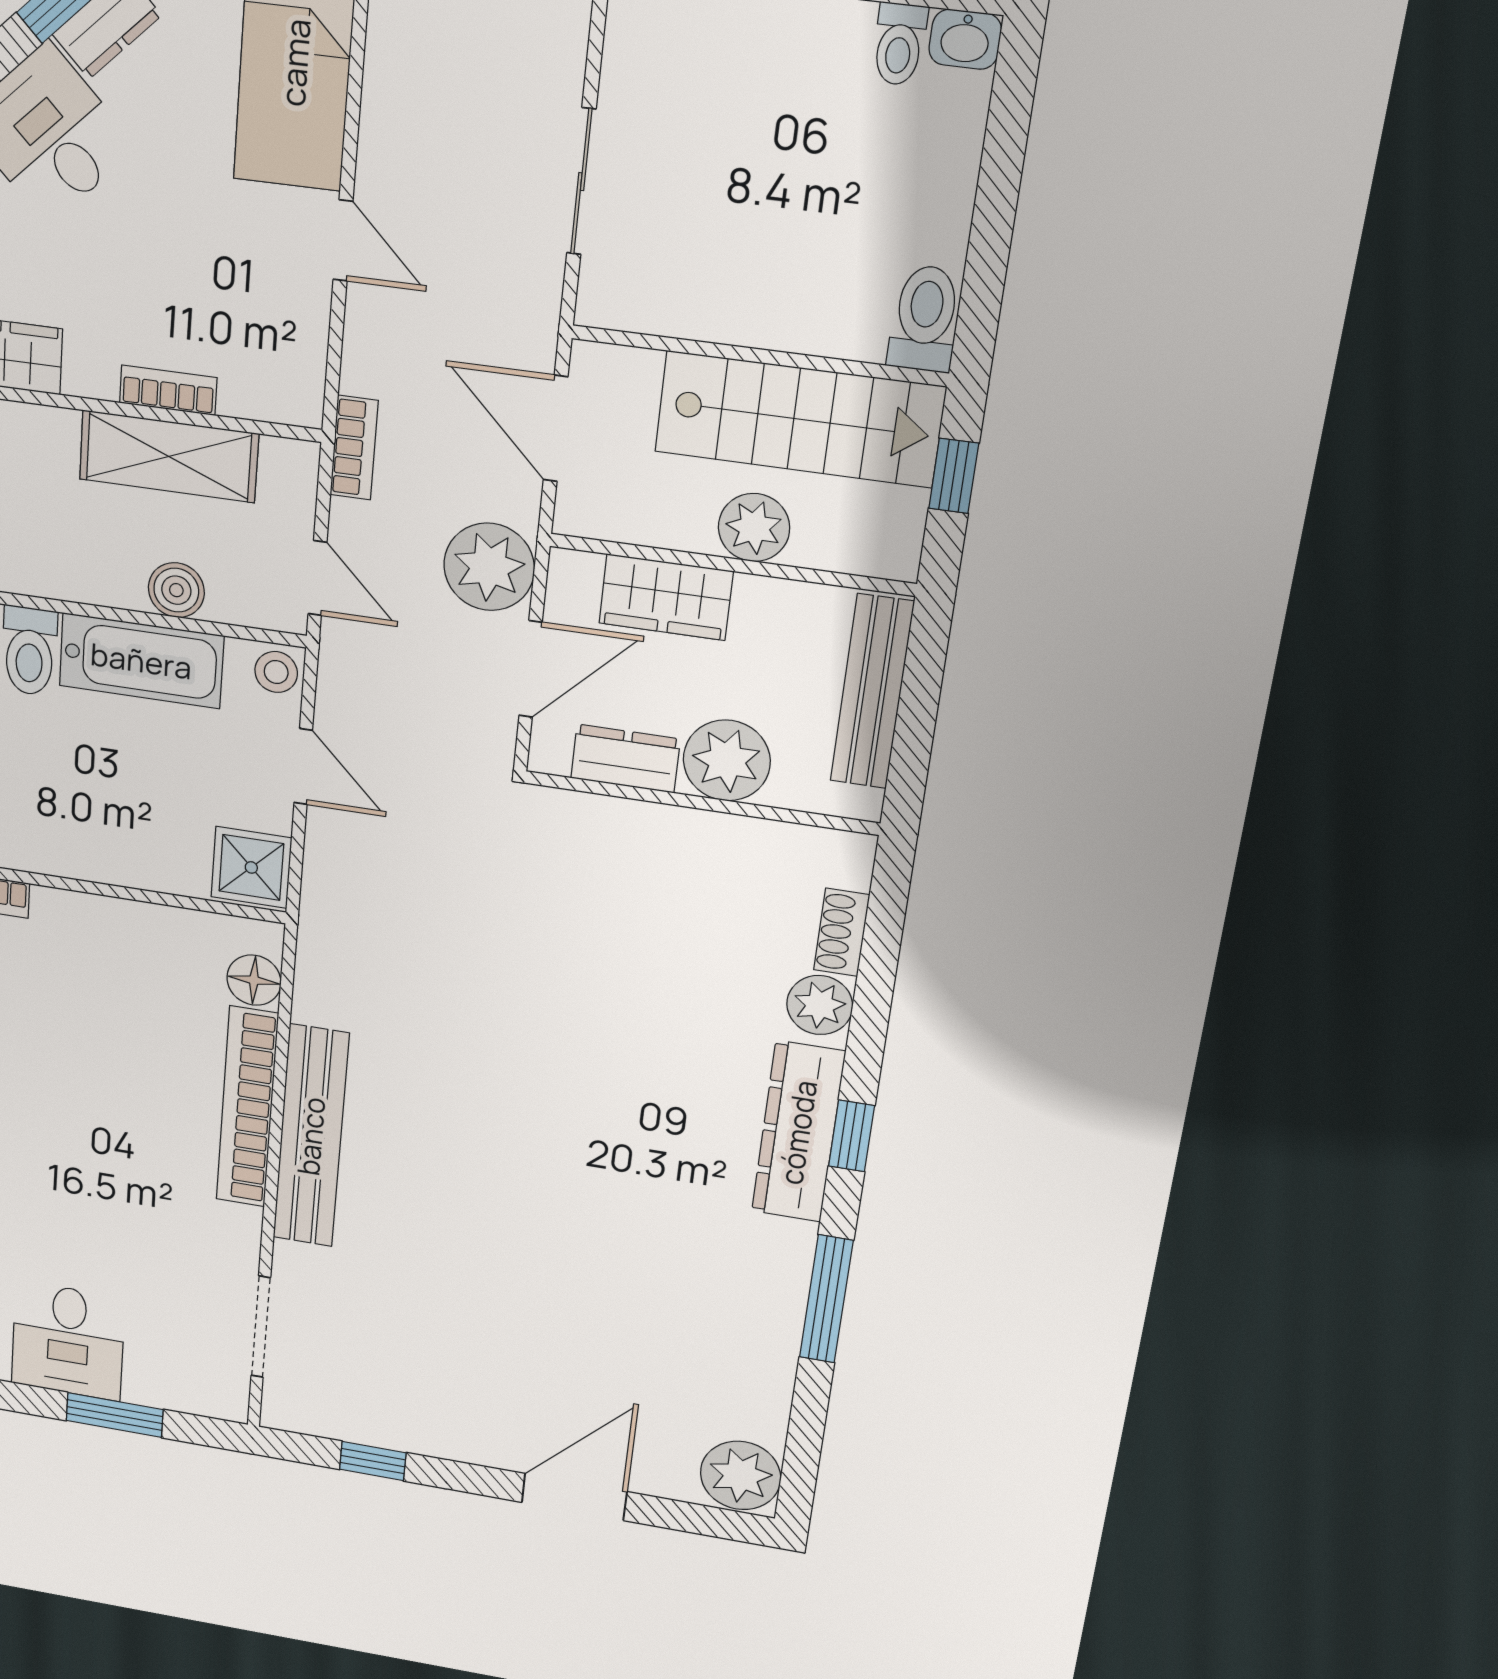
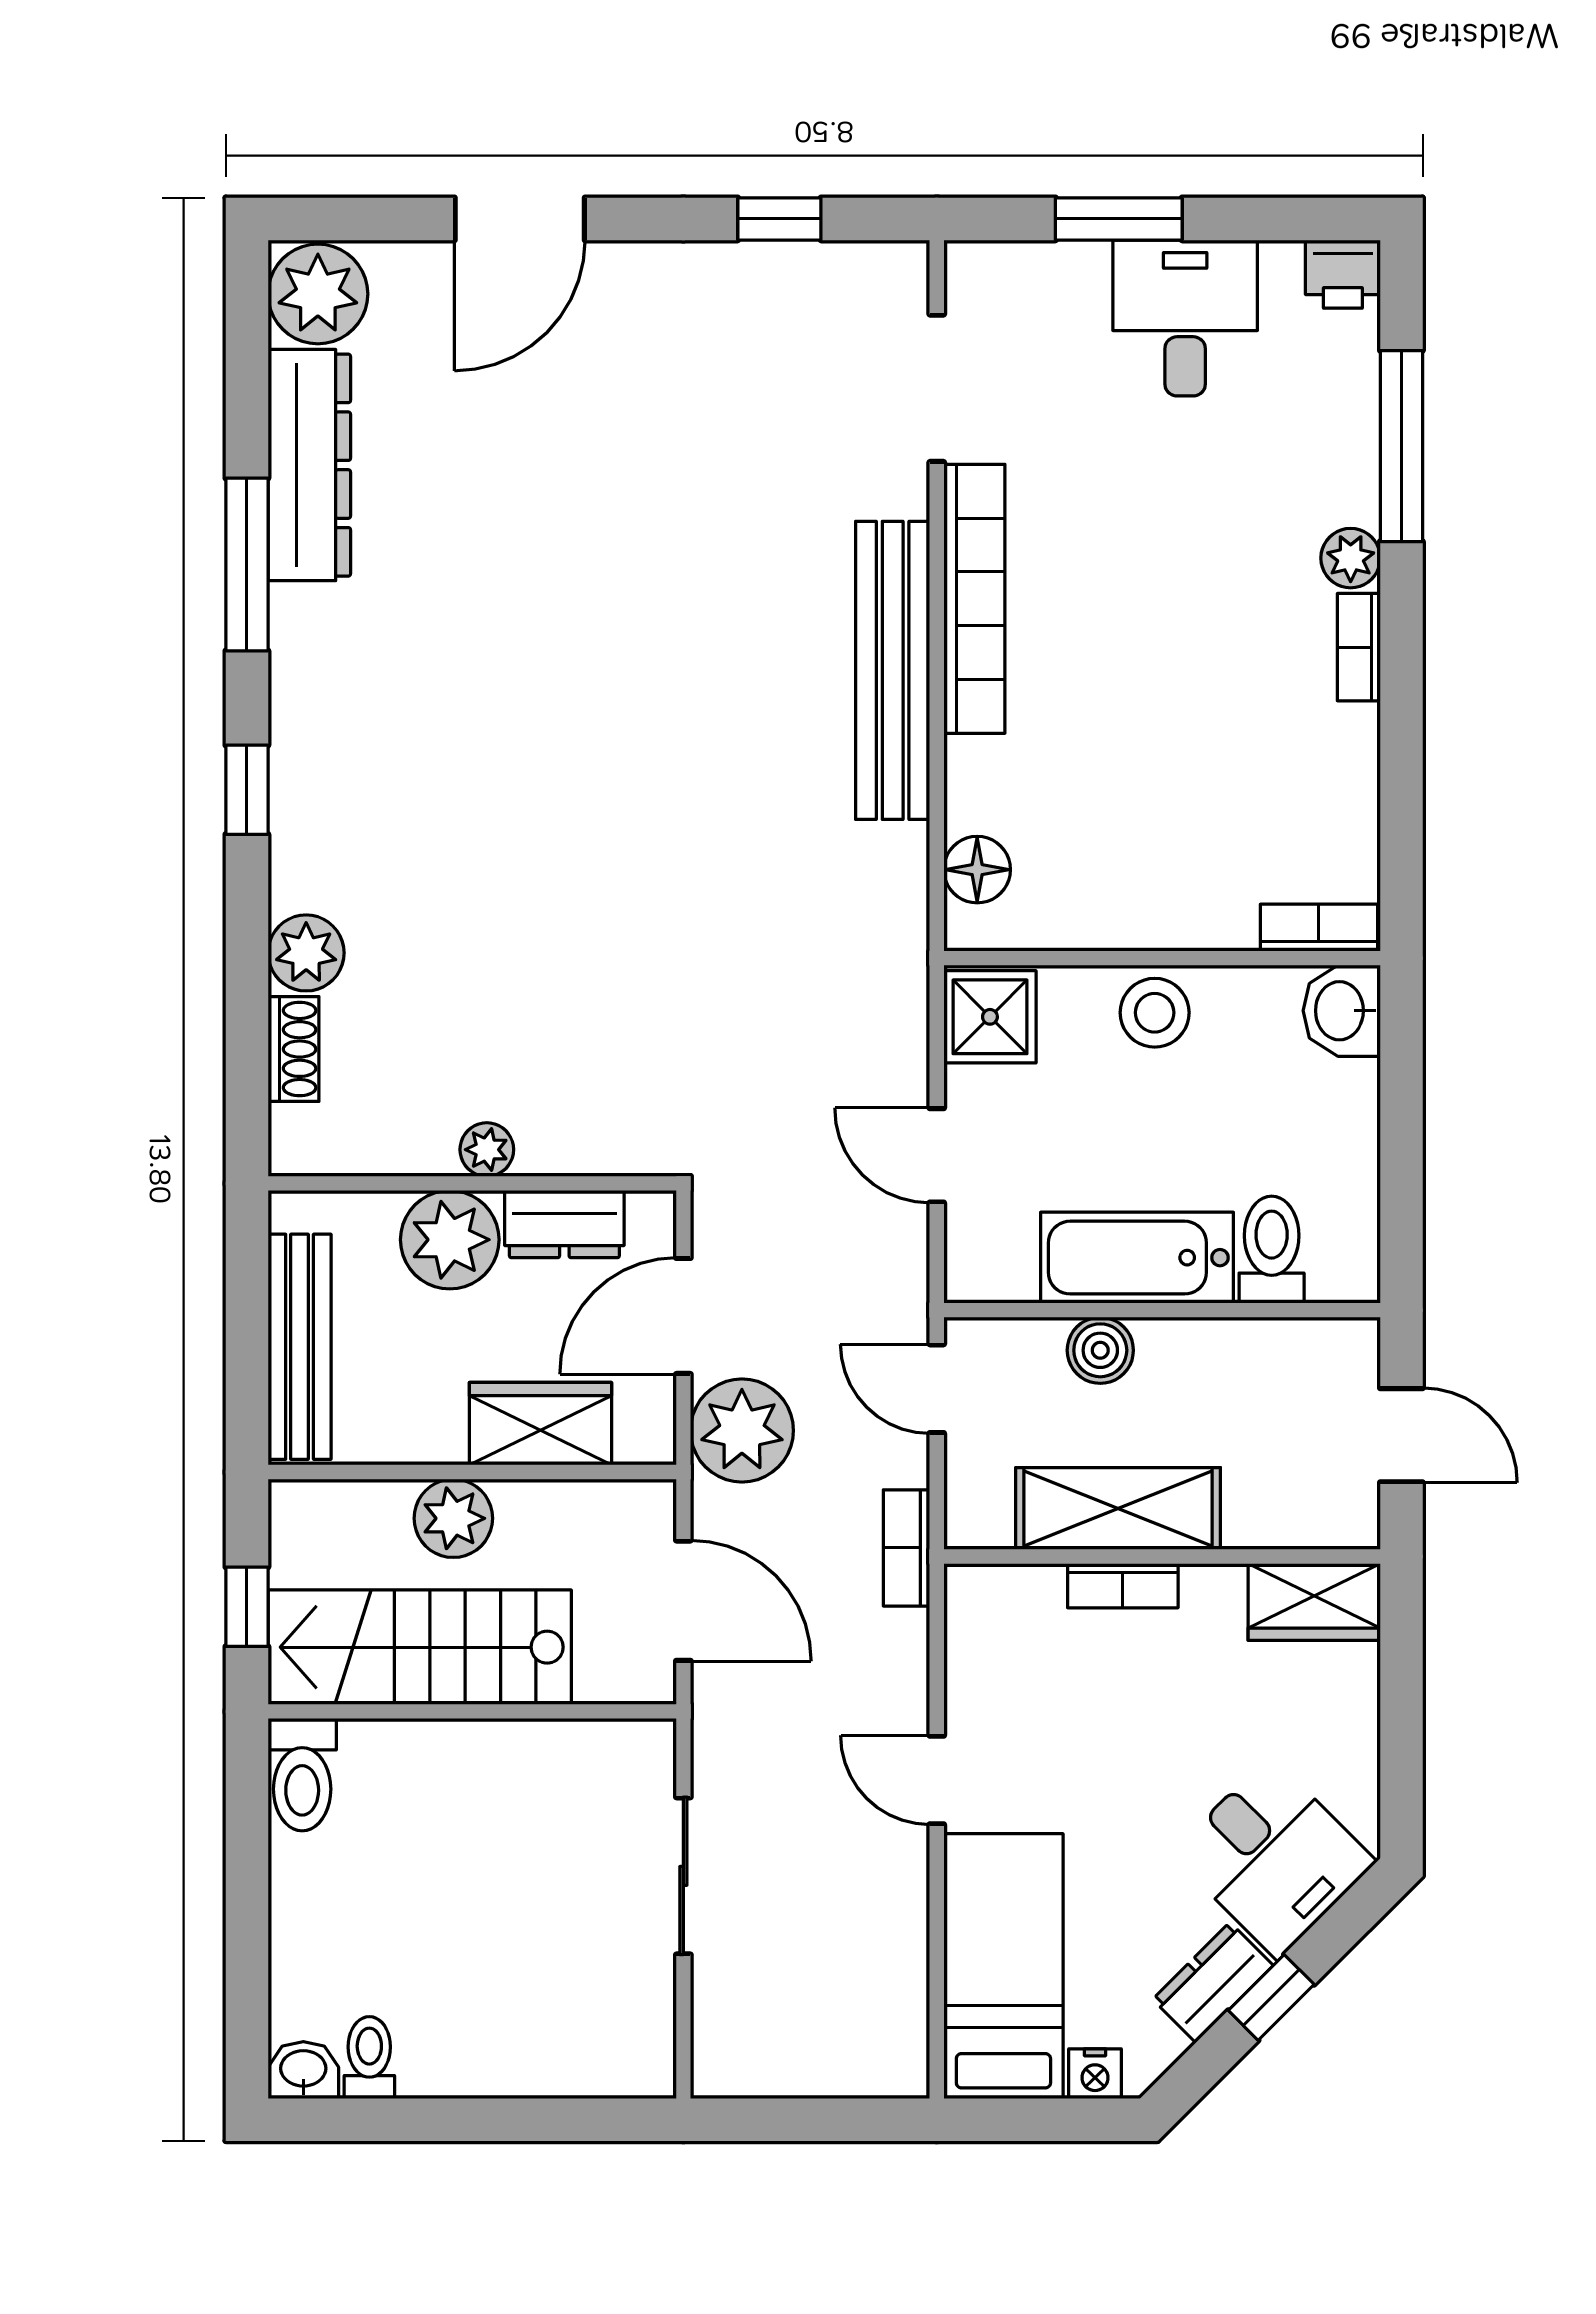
stool: (276, 672) -> (1155, 1013), moved, width x1.37, depth x1.37
plant: (685, 828) -> (487, 1150), added
bookcase: (247, 1107) -> (974, 599), moved
dresser: (798, 1132) -> (309, 465), moved

